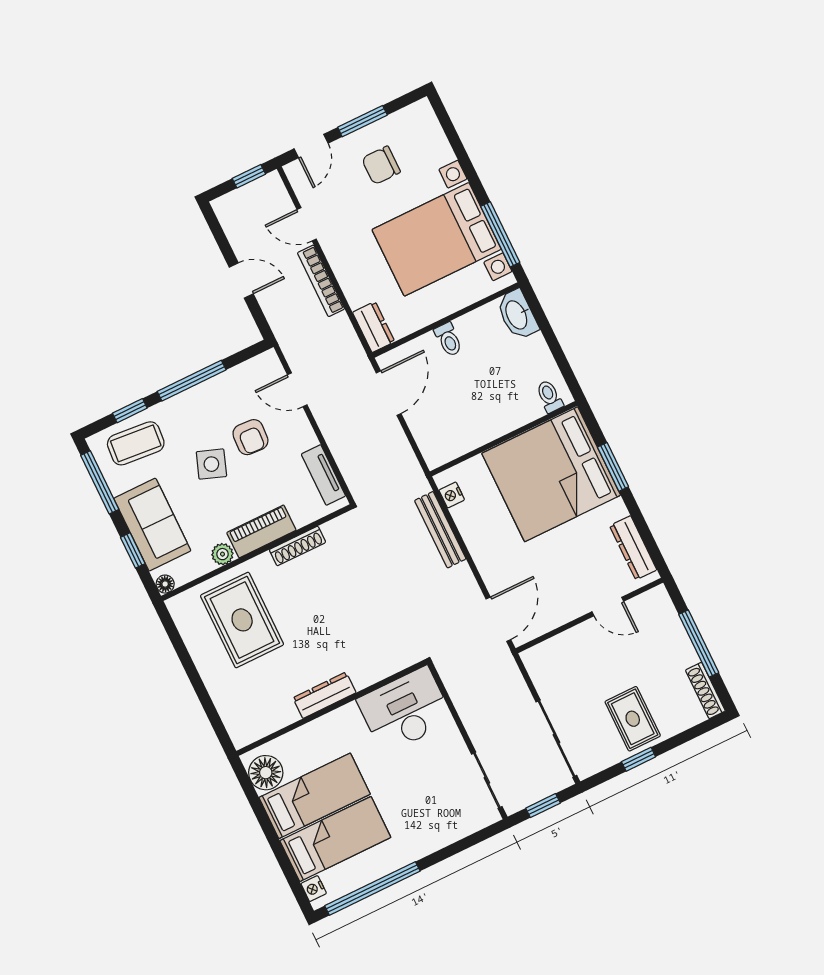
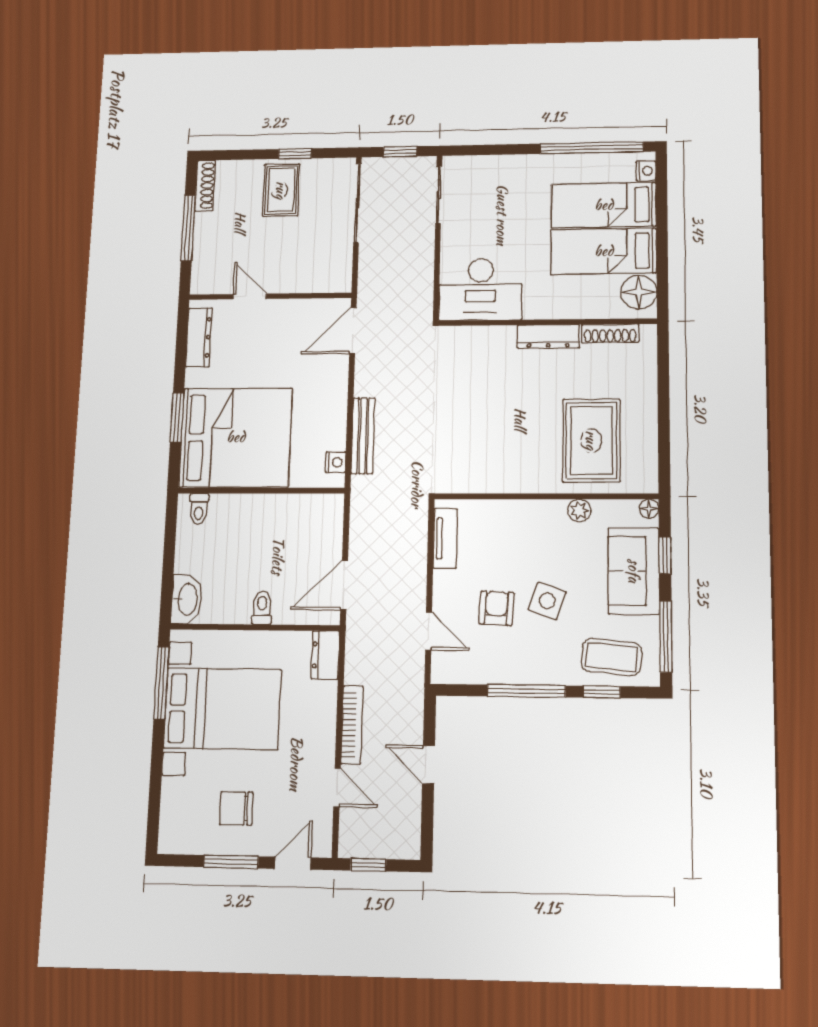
chair: (381, 165) -> (236, 808), turned 180
piano: (261, 531) -> (531, 514), removed
shoe rack: (297, 546) -> (610, 333), moved, turned 180

